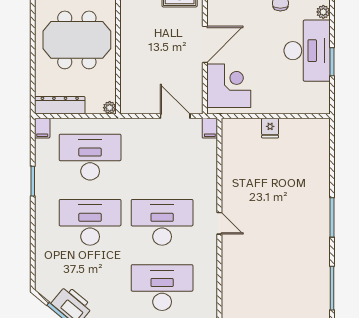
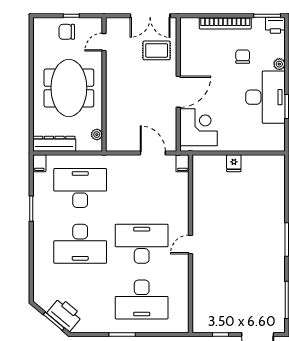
meeting table: (77, 40) -> (69, 88), turned 90
plant: (110, 108) -> (97, 135), moved
desk: (90, 222) -> (80, 244), turned 180
door: (219, 223) -> (191, 244), swing flipped
desk: (162, 288) -> (142, 299), turned 180

